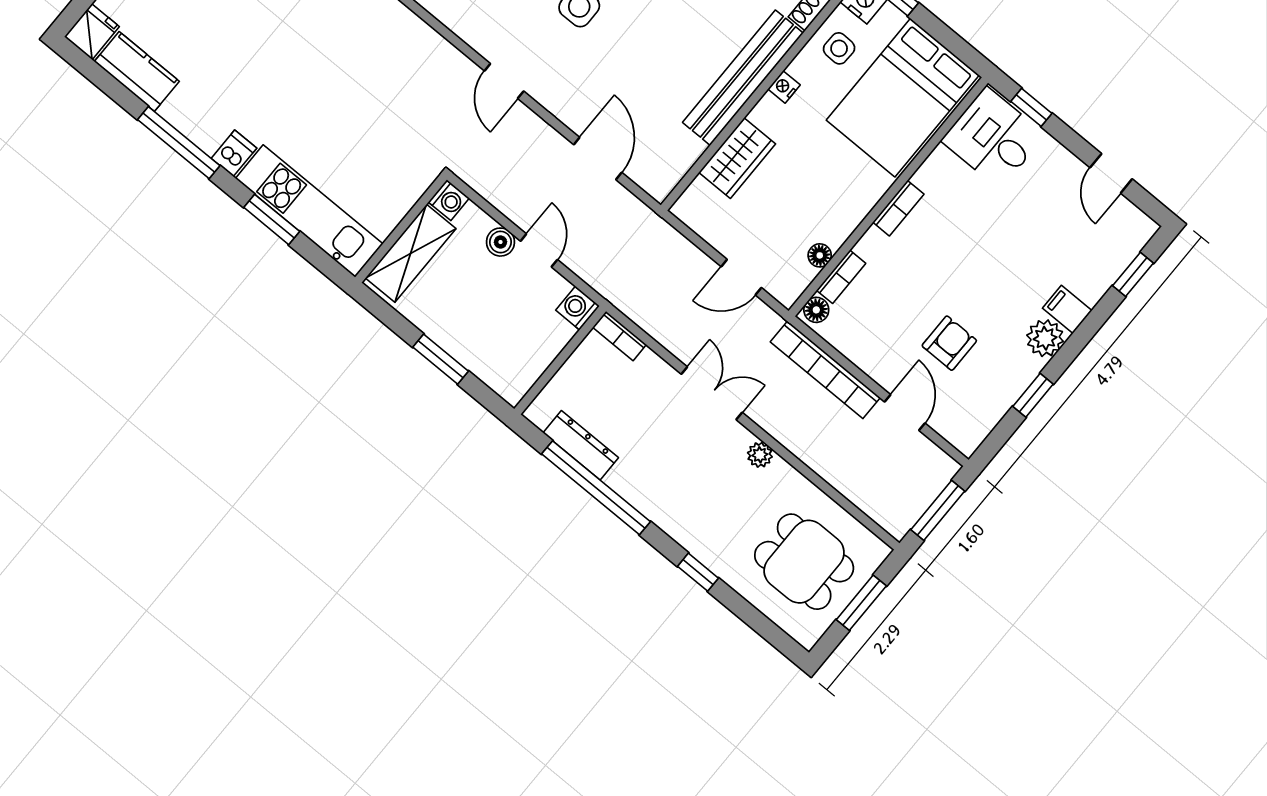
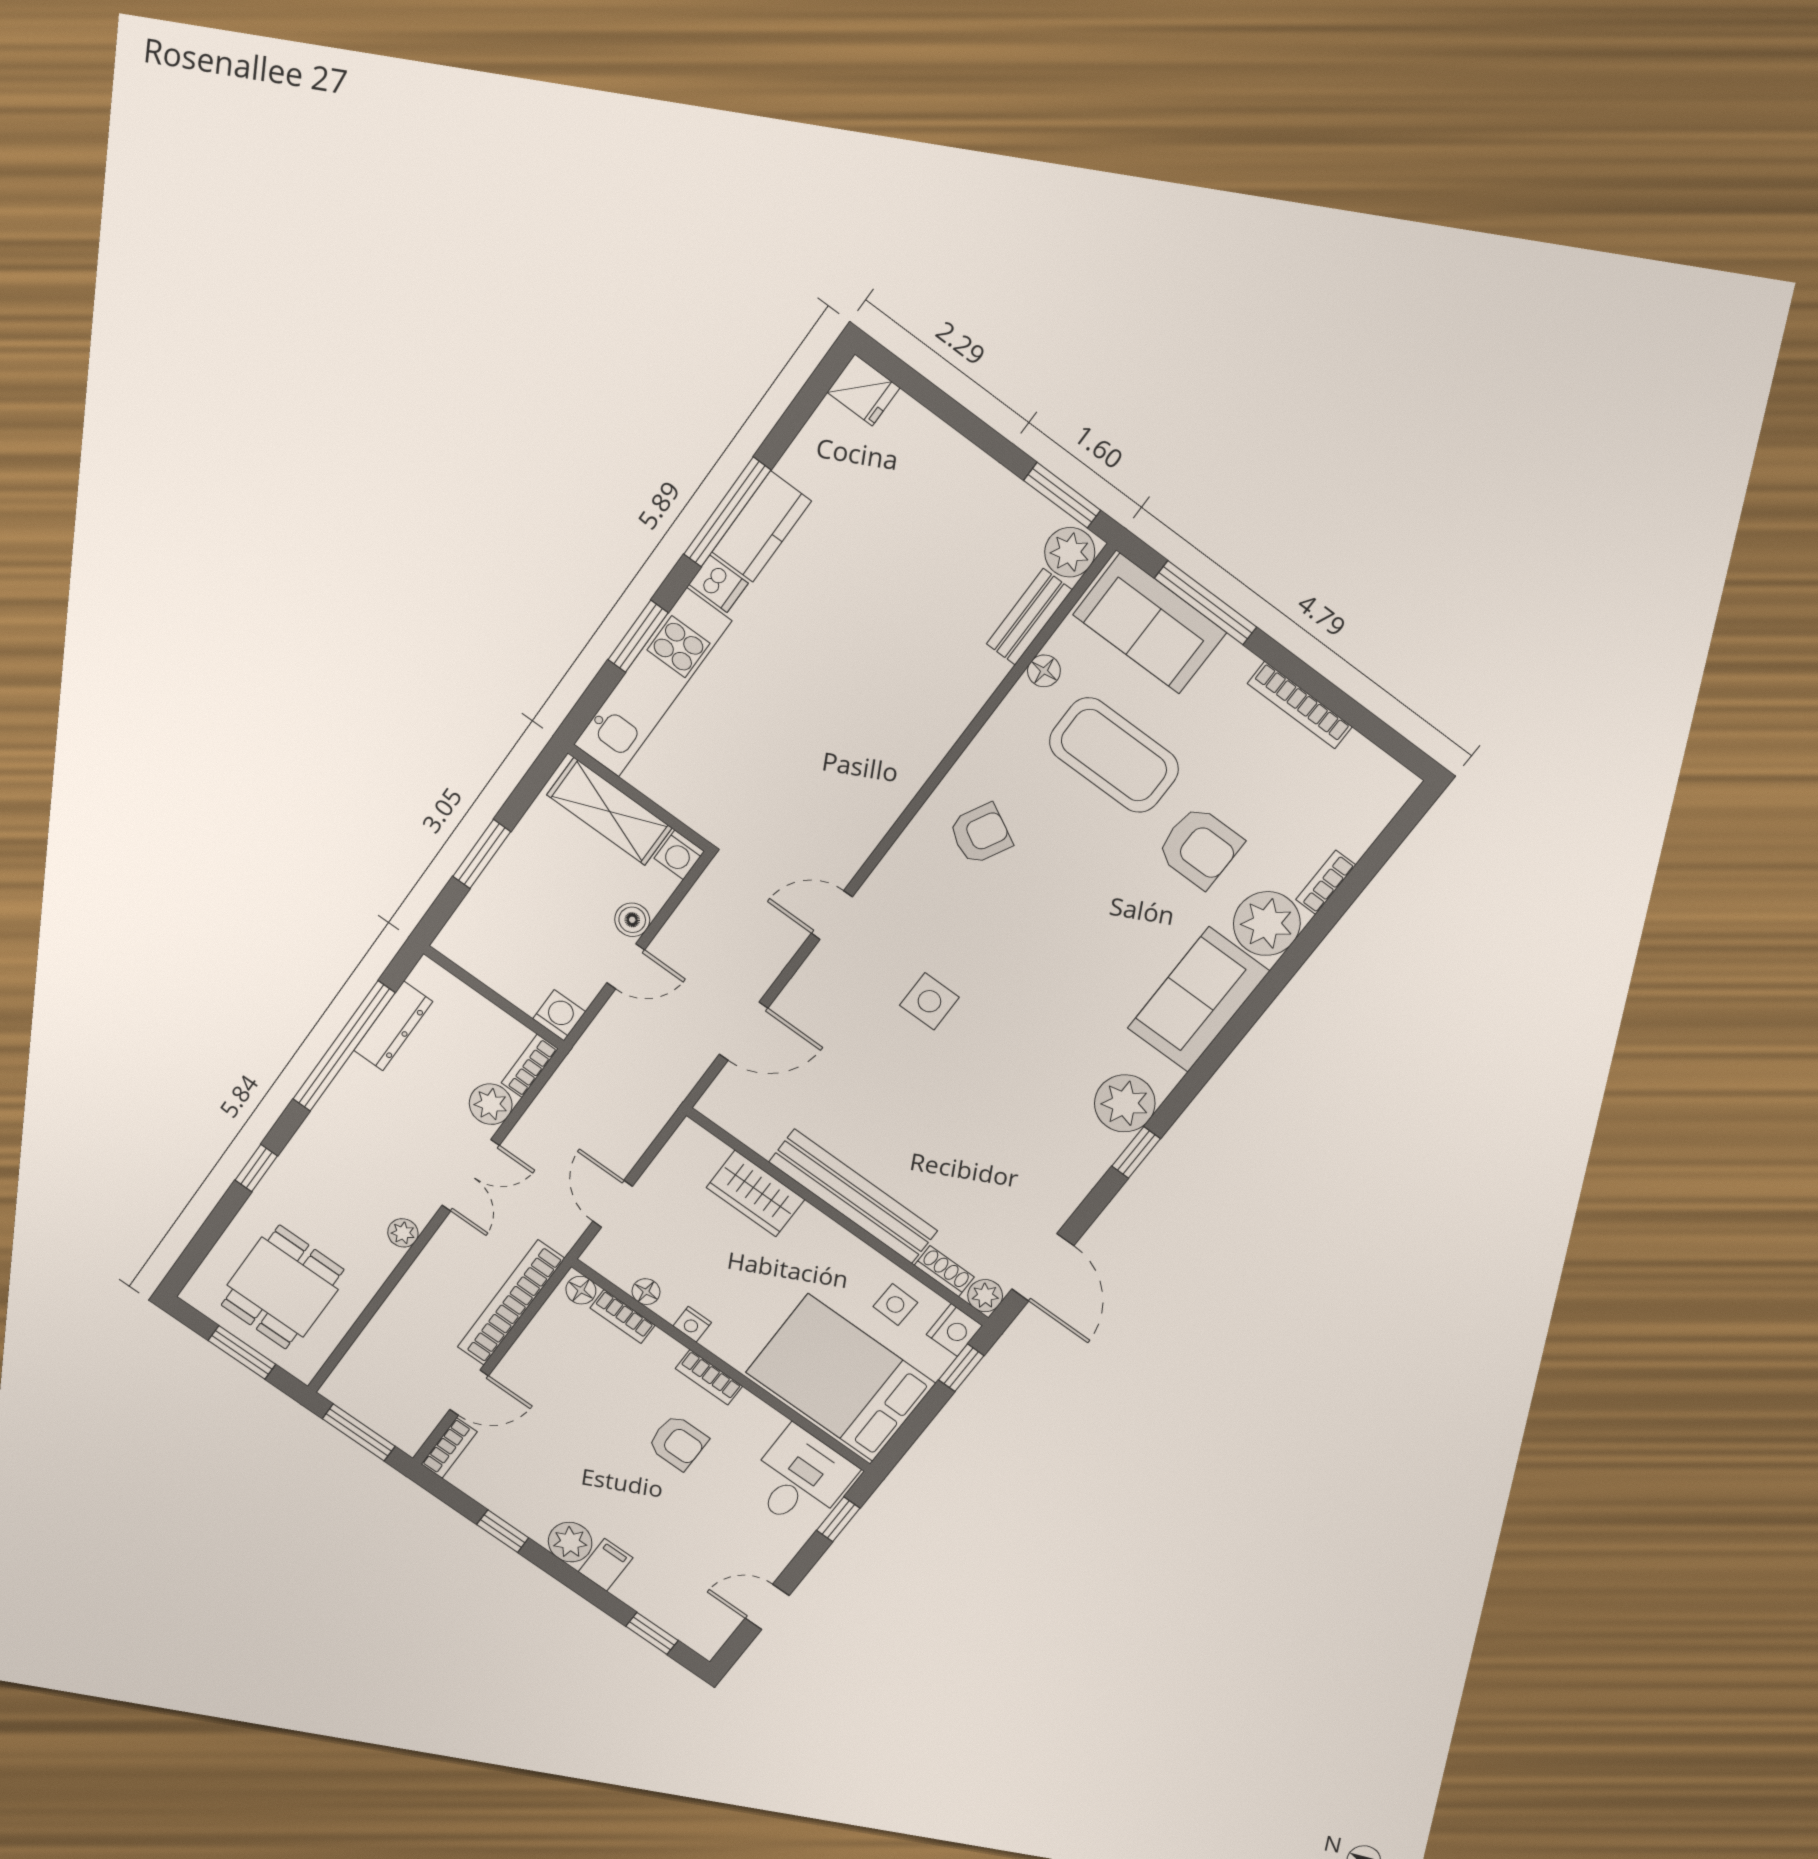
kitchen counter: (137, 71) -> (762, 527), moved
nightstand: (784, 87) -> (692, 1324), moved, turned 180
armchair: (949, 343) -> (678, 1442), moved
plant: (651, 371) -> (491, 1104), added
bookcase: (955, 434) -> (449, 1448), added

